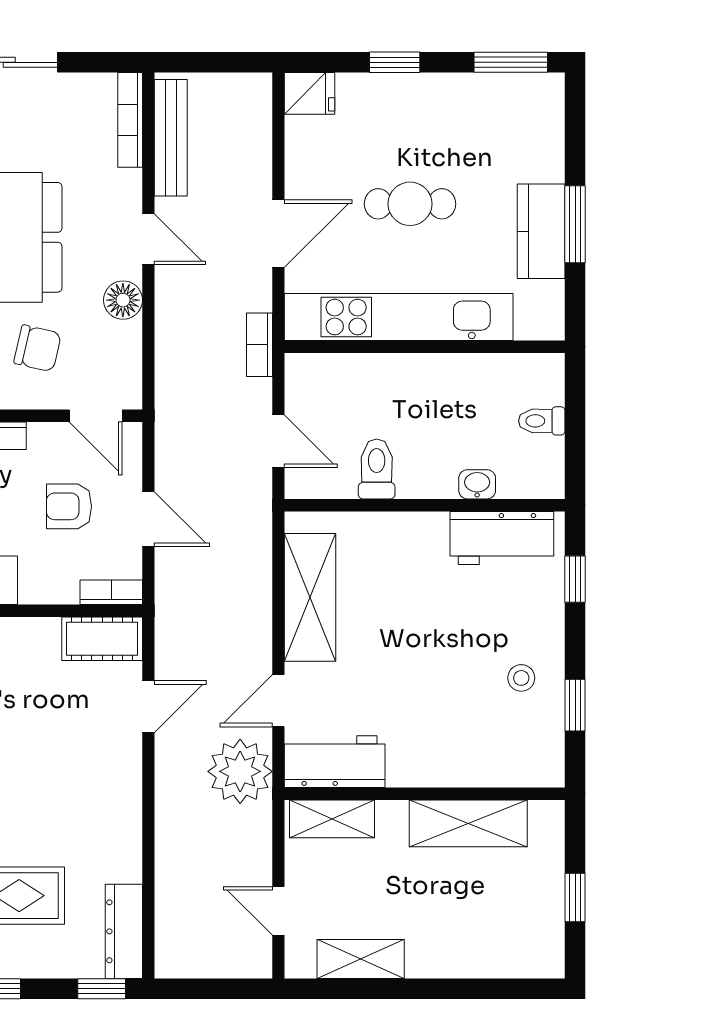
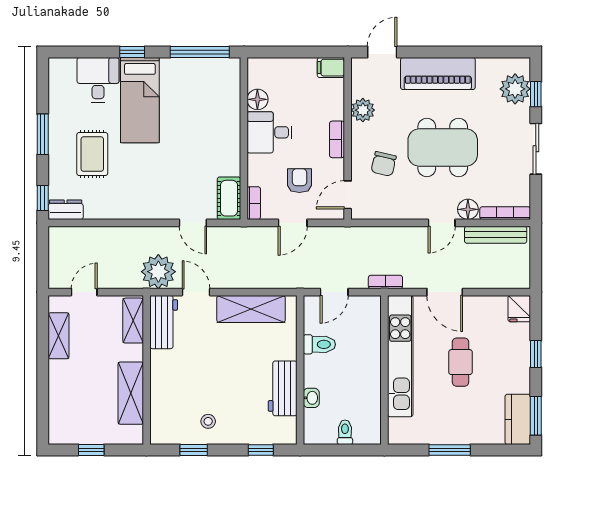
kitchen counter: (541, 231) -> (518, 419), moved, turned -90
floor lamp: (123, 300) -> (468, 209), moved
workbench: (502, 538) -> (283, 388), moved
dresser: (124, 931) -> (66, 210), width x0.70

